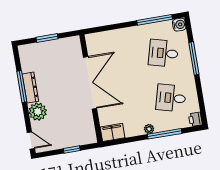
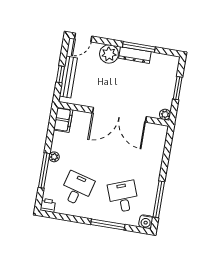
plant: (75, 41) -> (165, 114), added
desk: (163, 53) -> (123, 197), turned -36
bench: (72, 141) -> (68, 77), added

